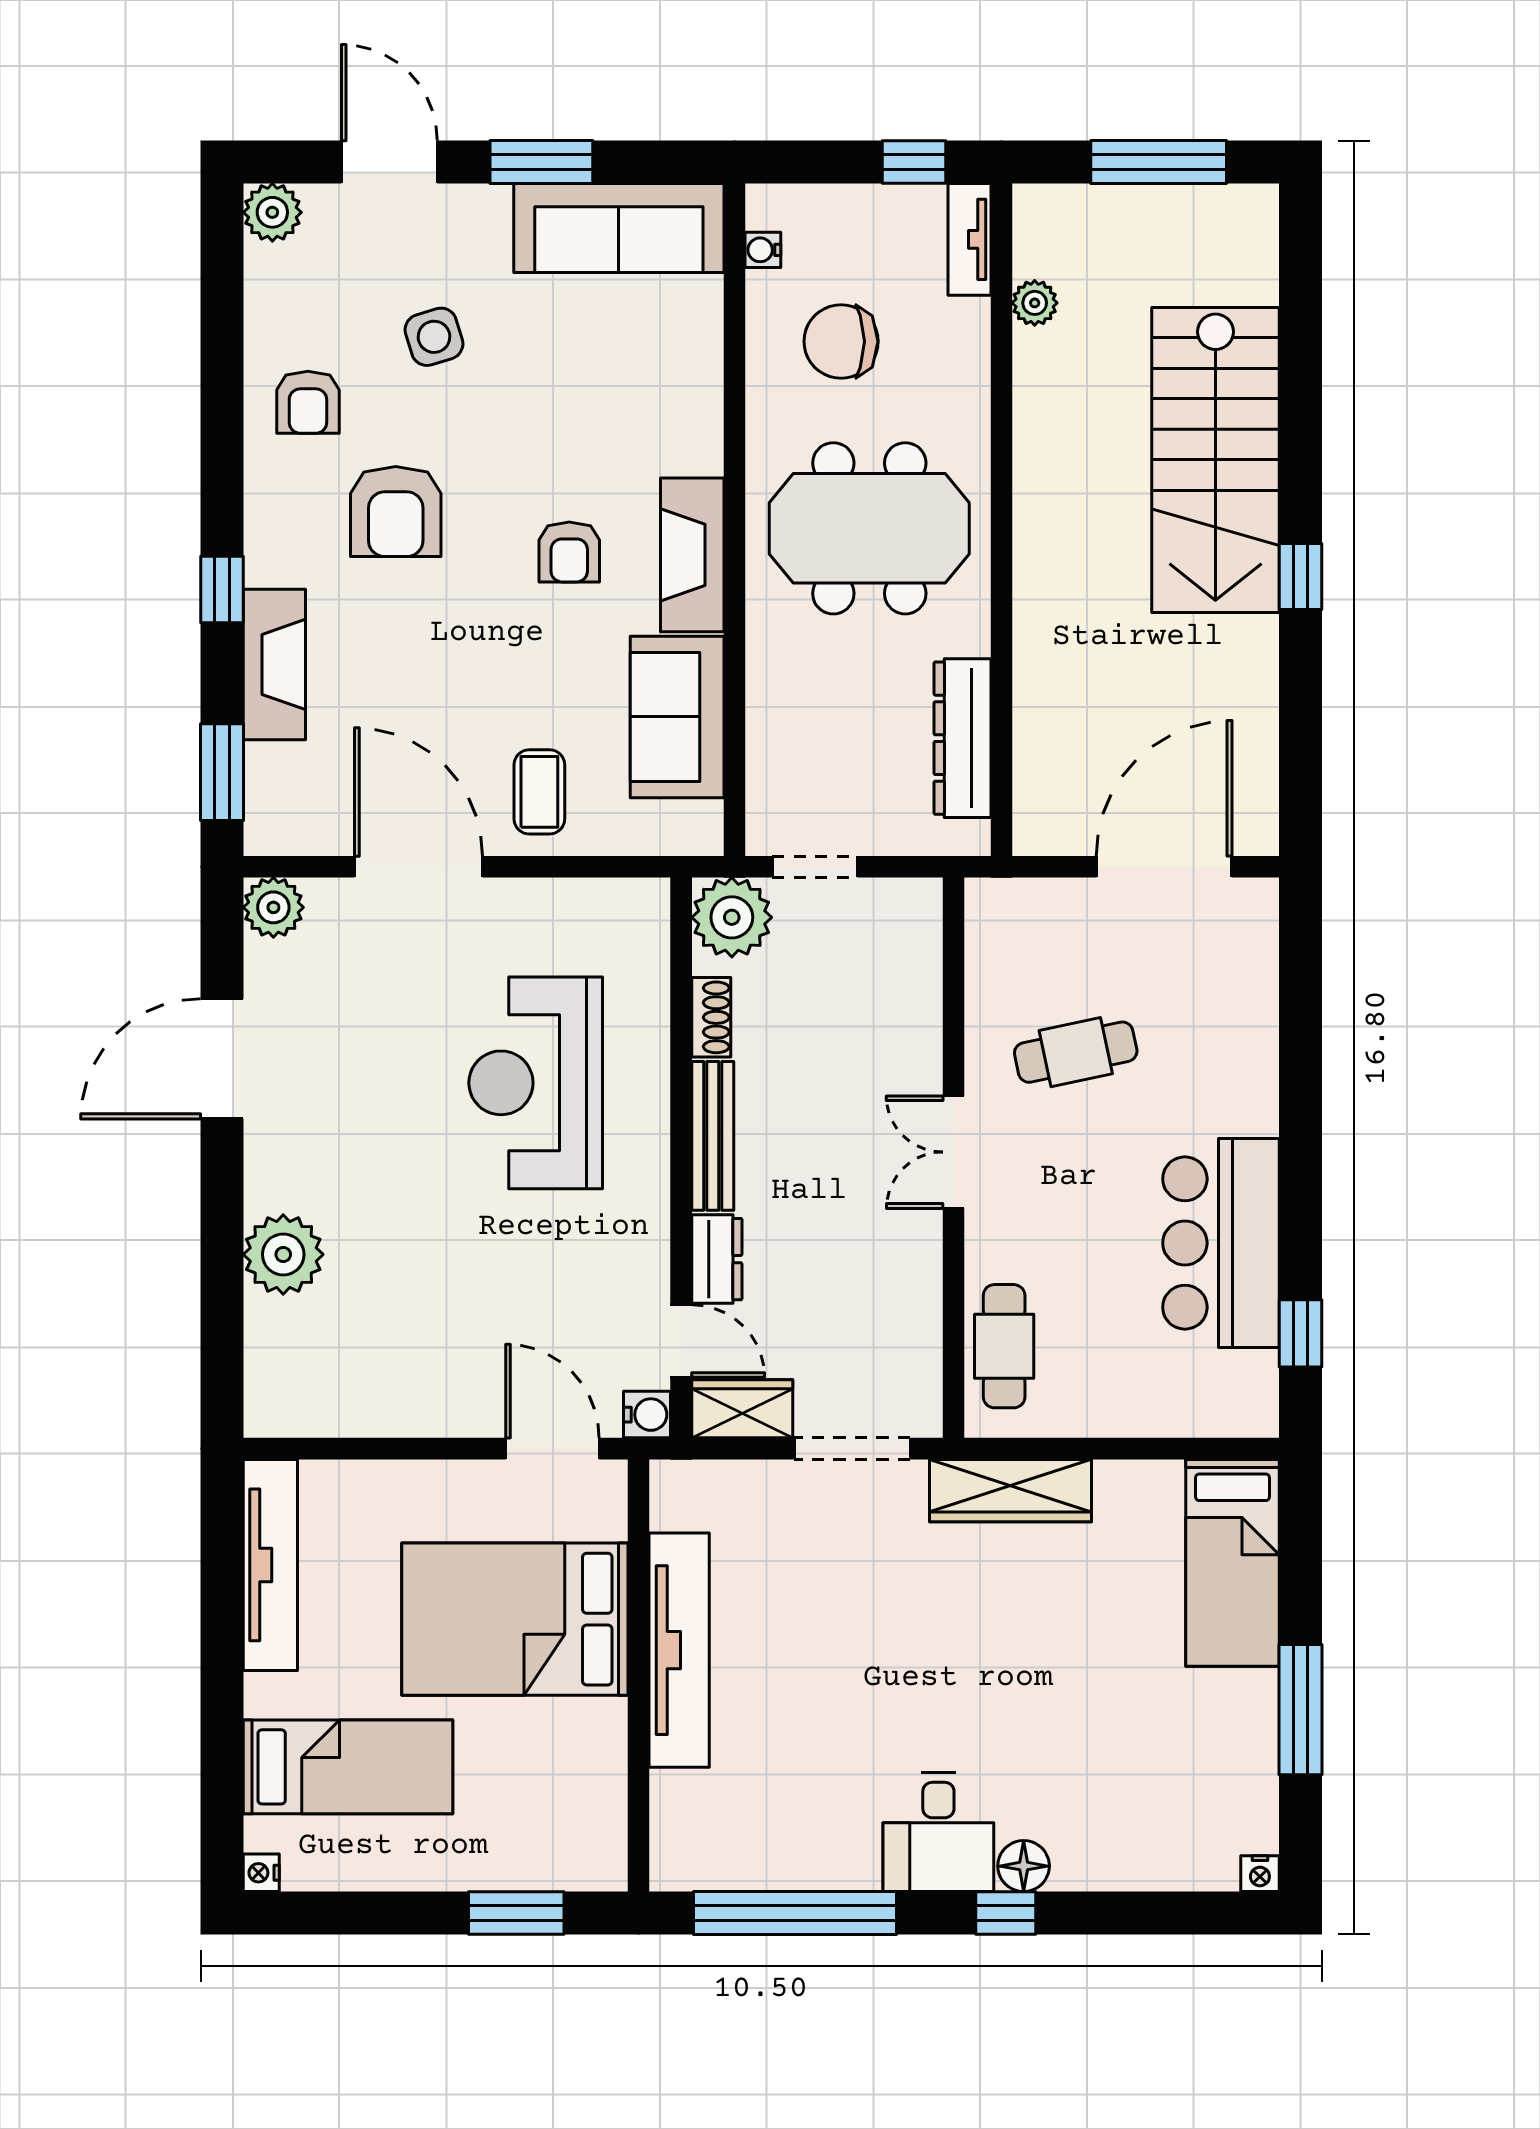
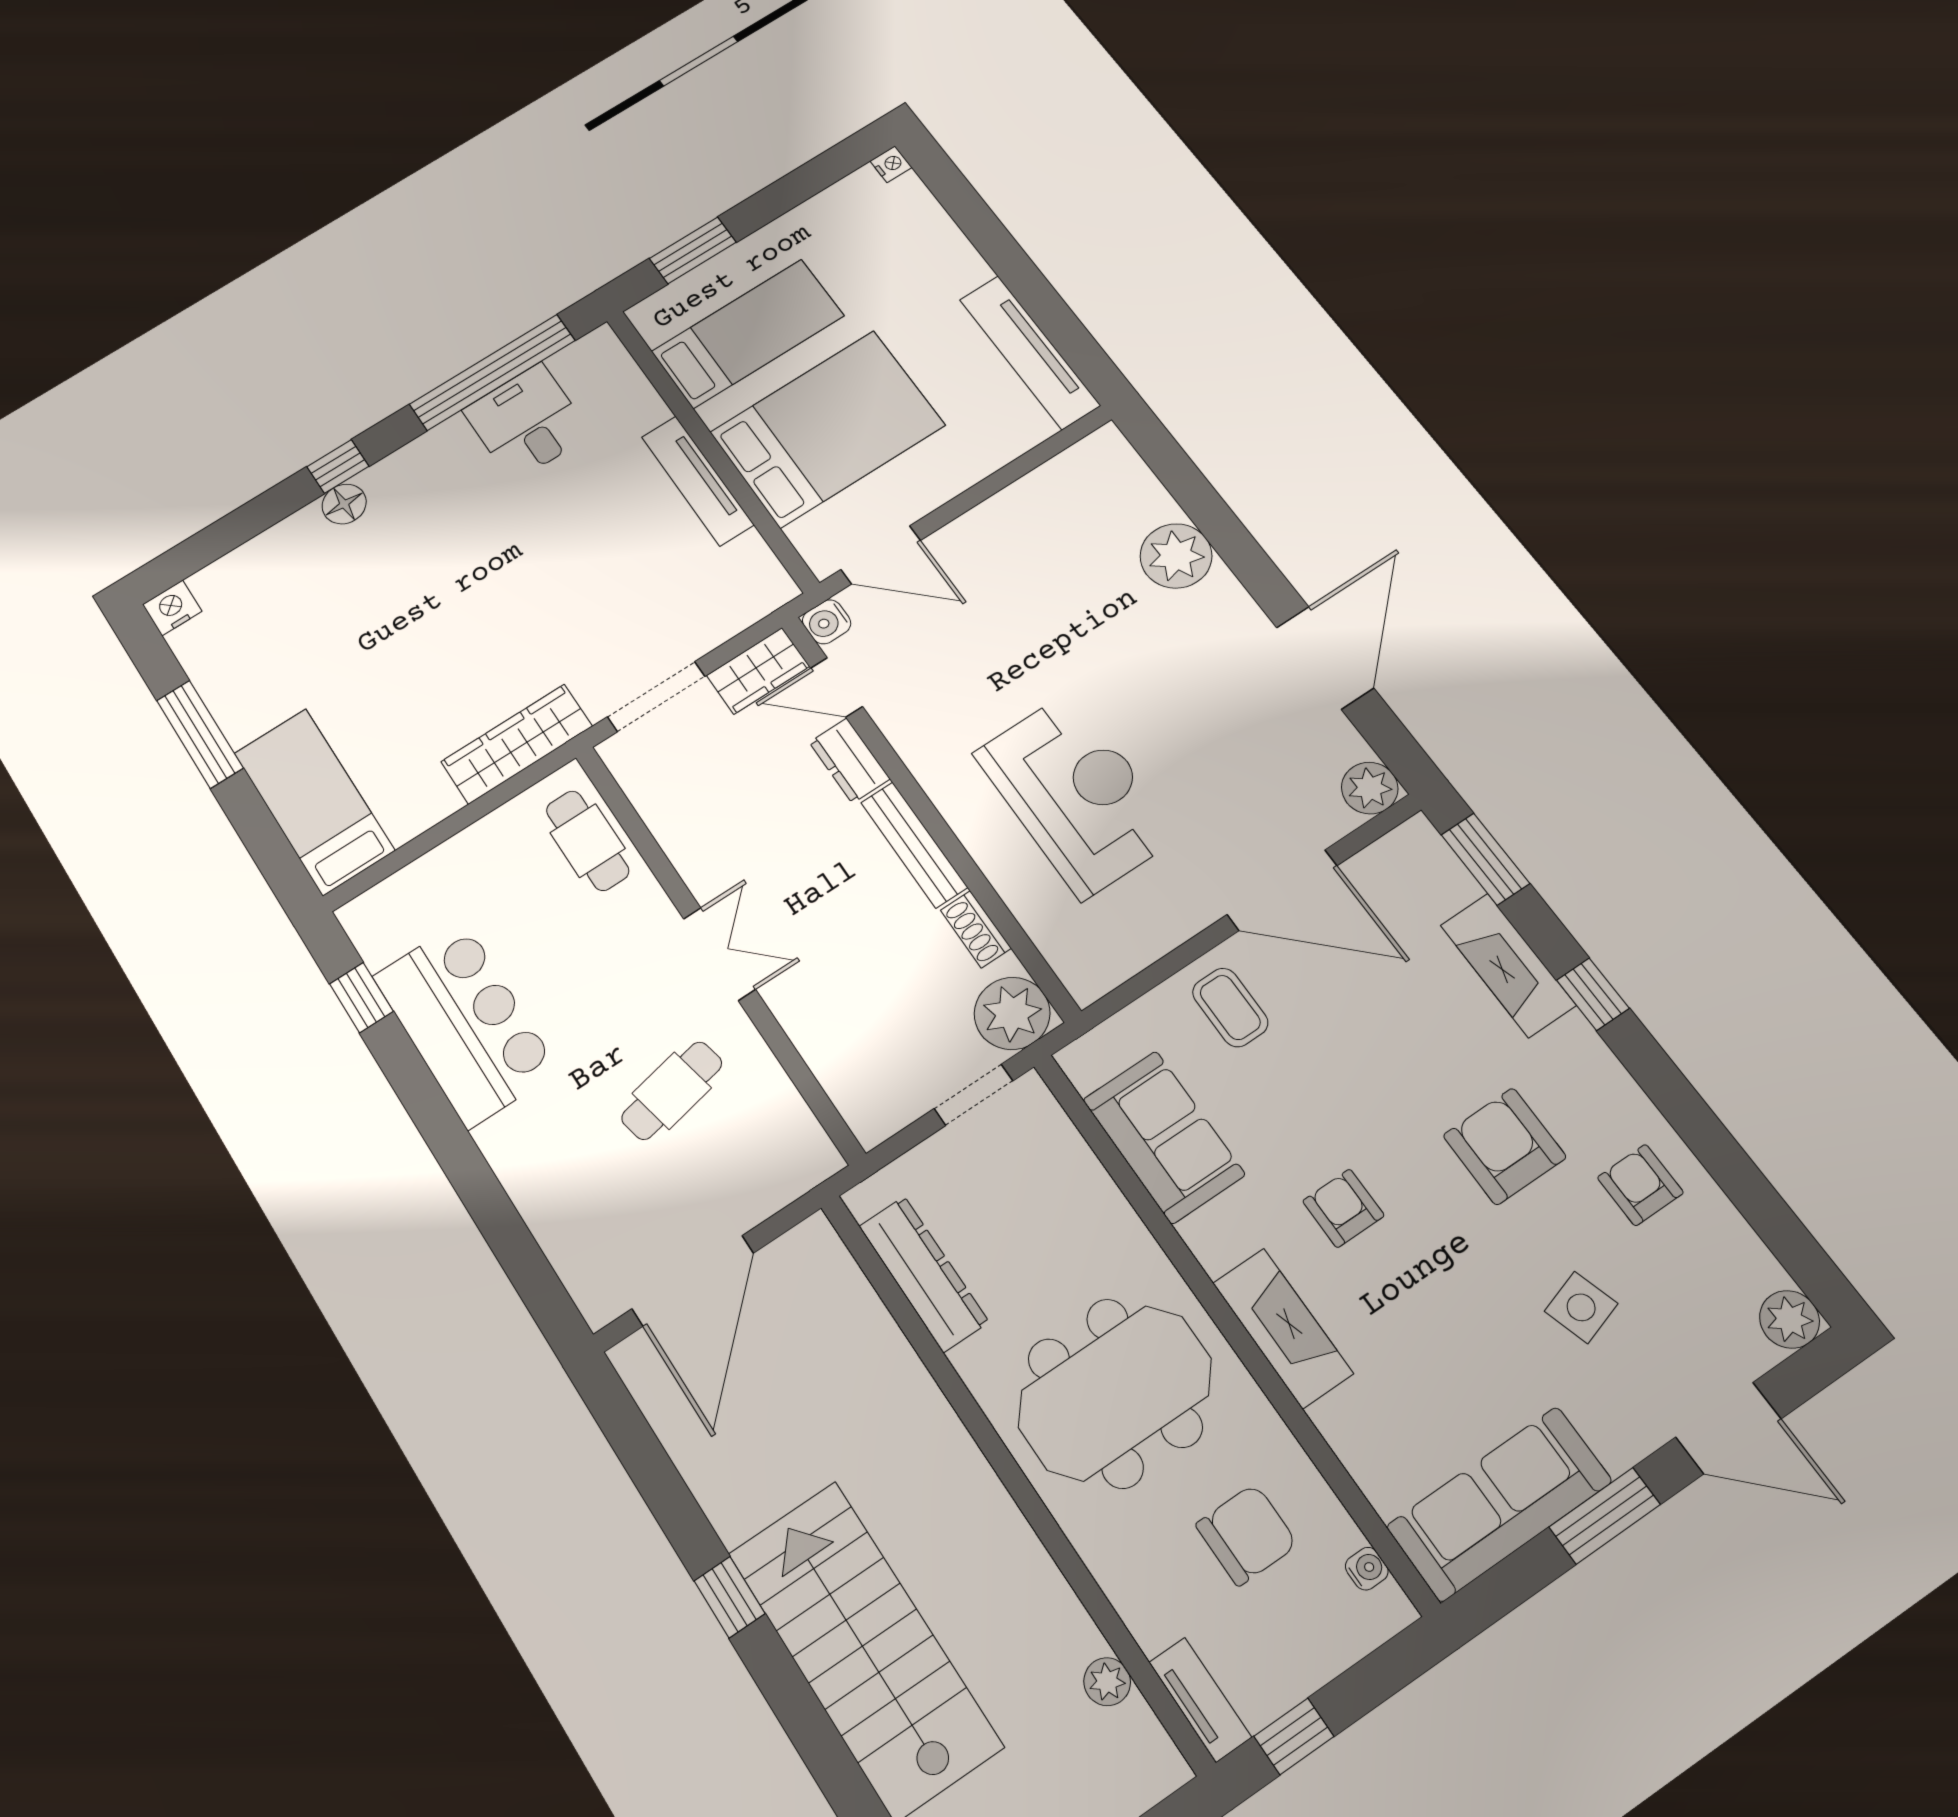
fireplace: (692, 555) -> (1283, 1328), moved
tv unit: (679, 1650) -> (698, 481), width x0.73, depth x0.78
bed: (348, 1767) -> (748, 334), moved, turned 180
desk: (938, 1832) -> (527, 422), moved
nightstand: (1260, 1874) -> (172, 608), width x1.39, depth x1.35

